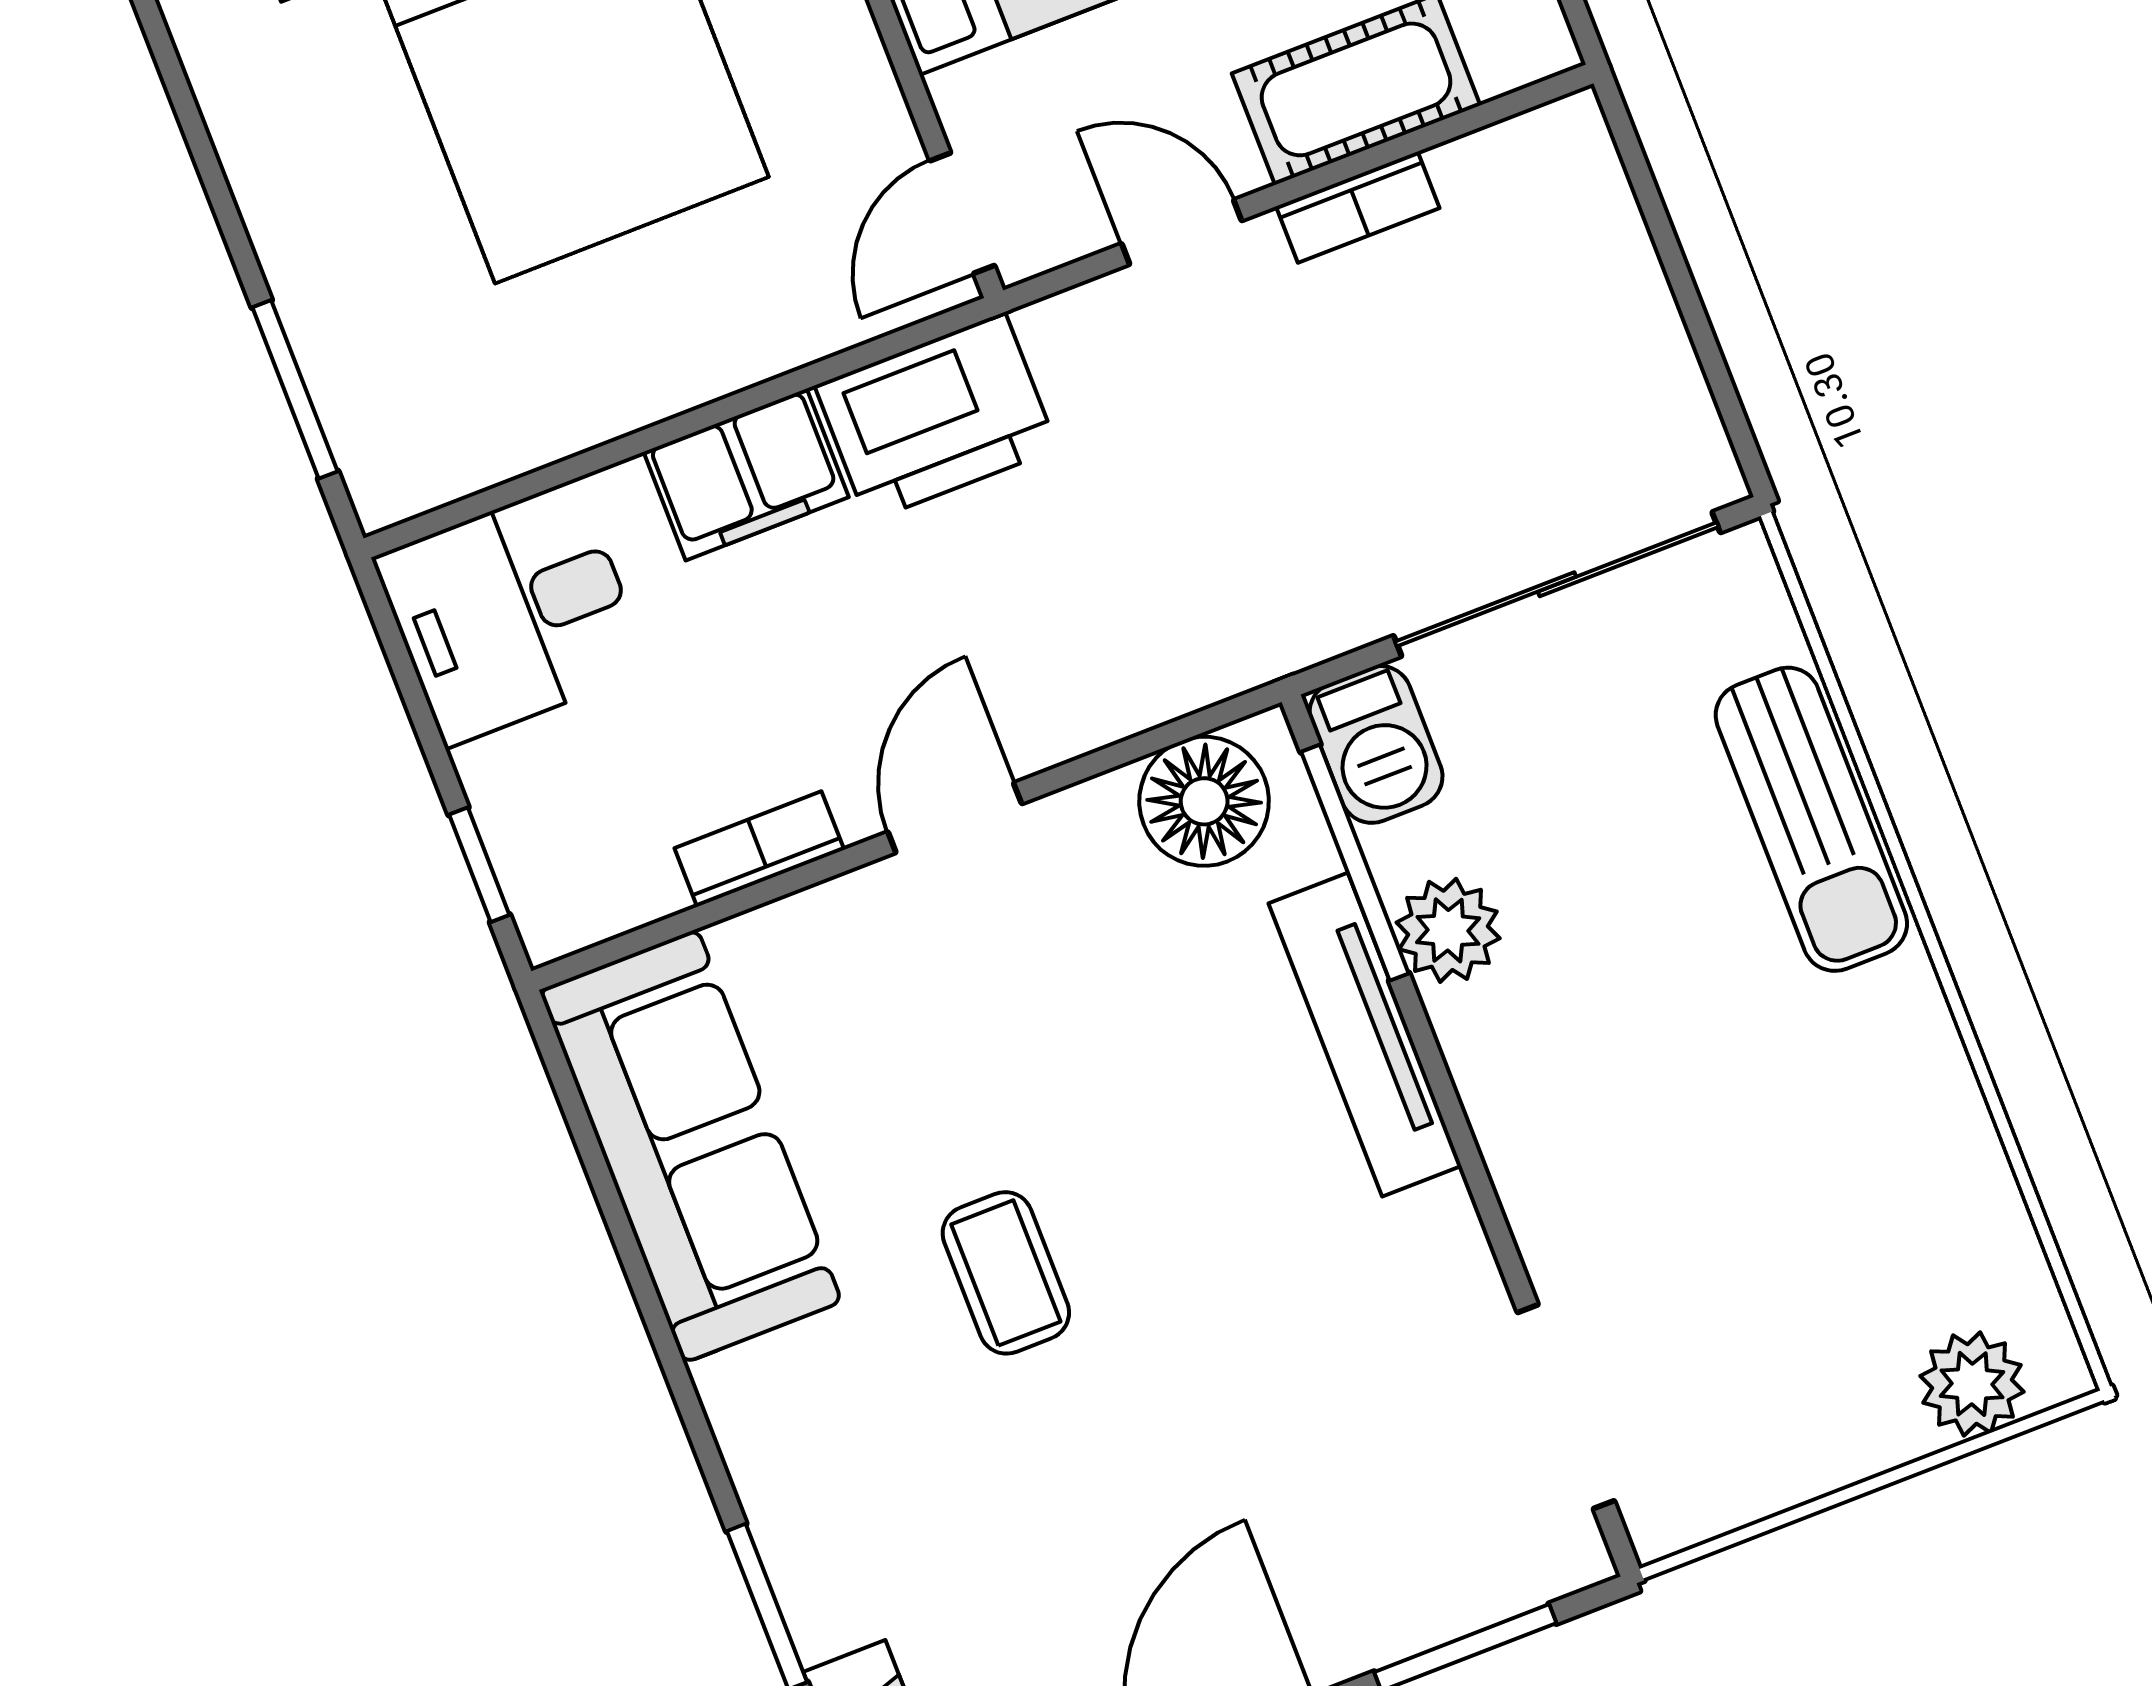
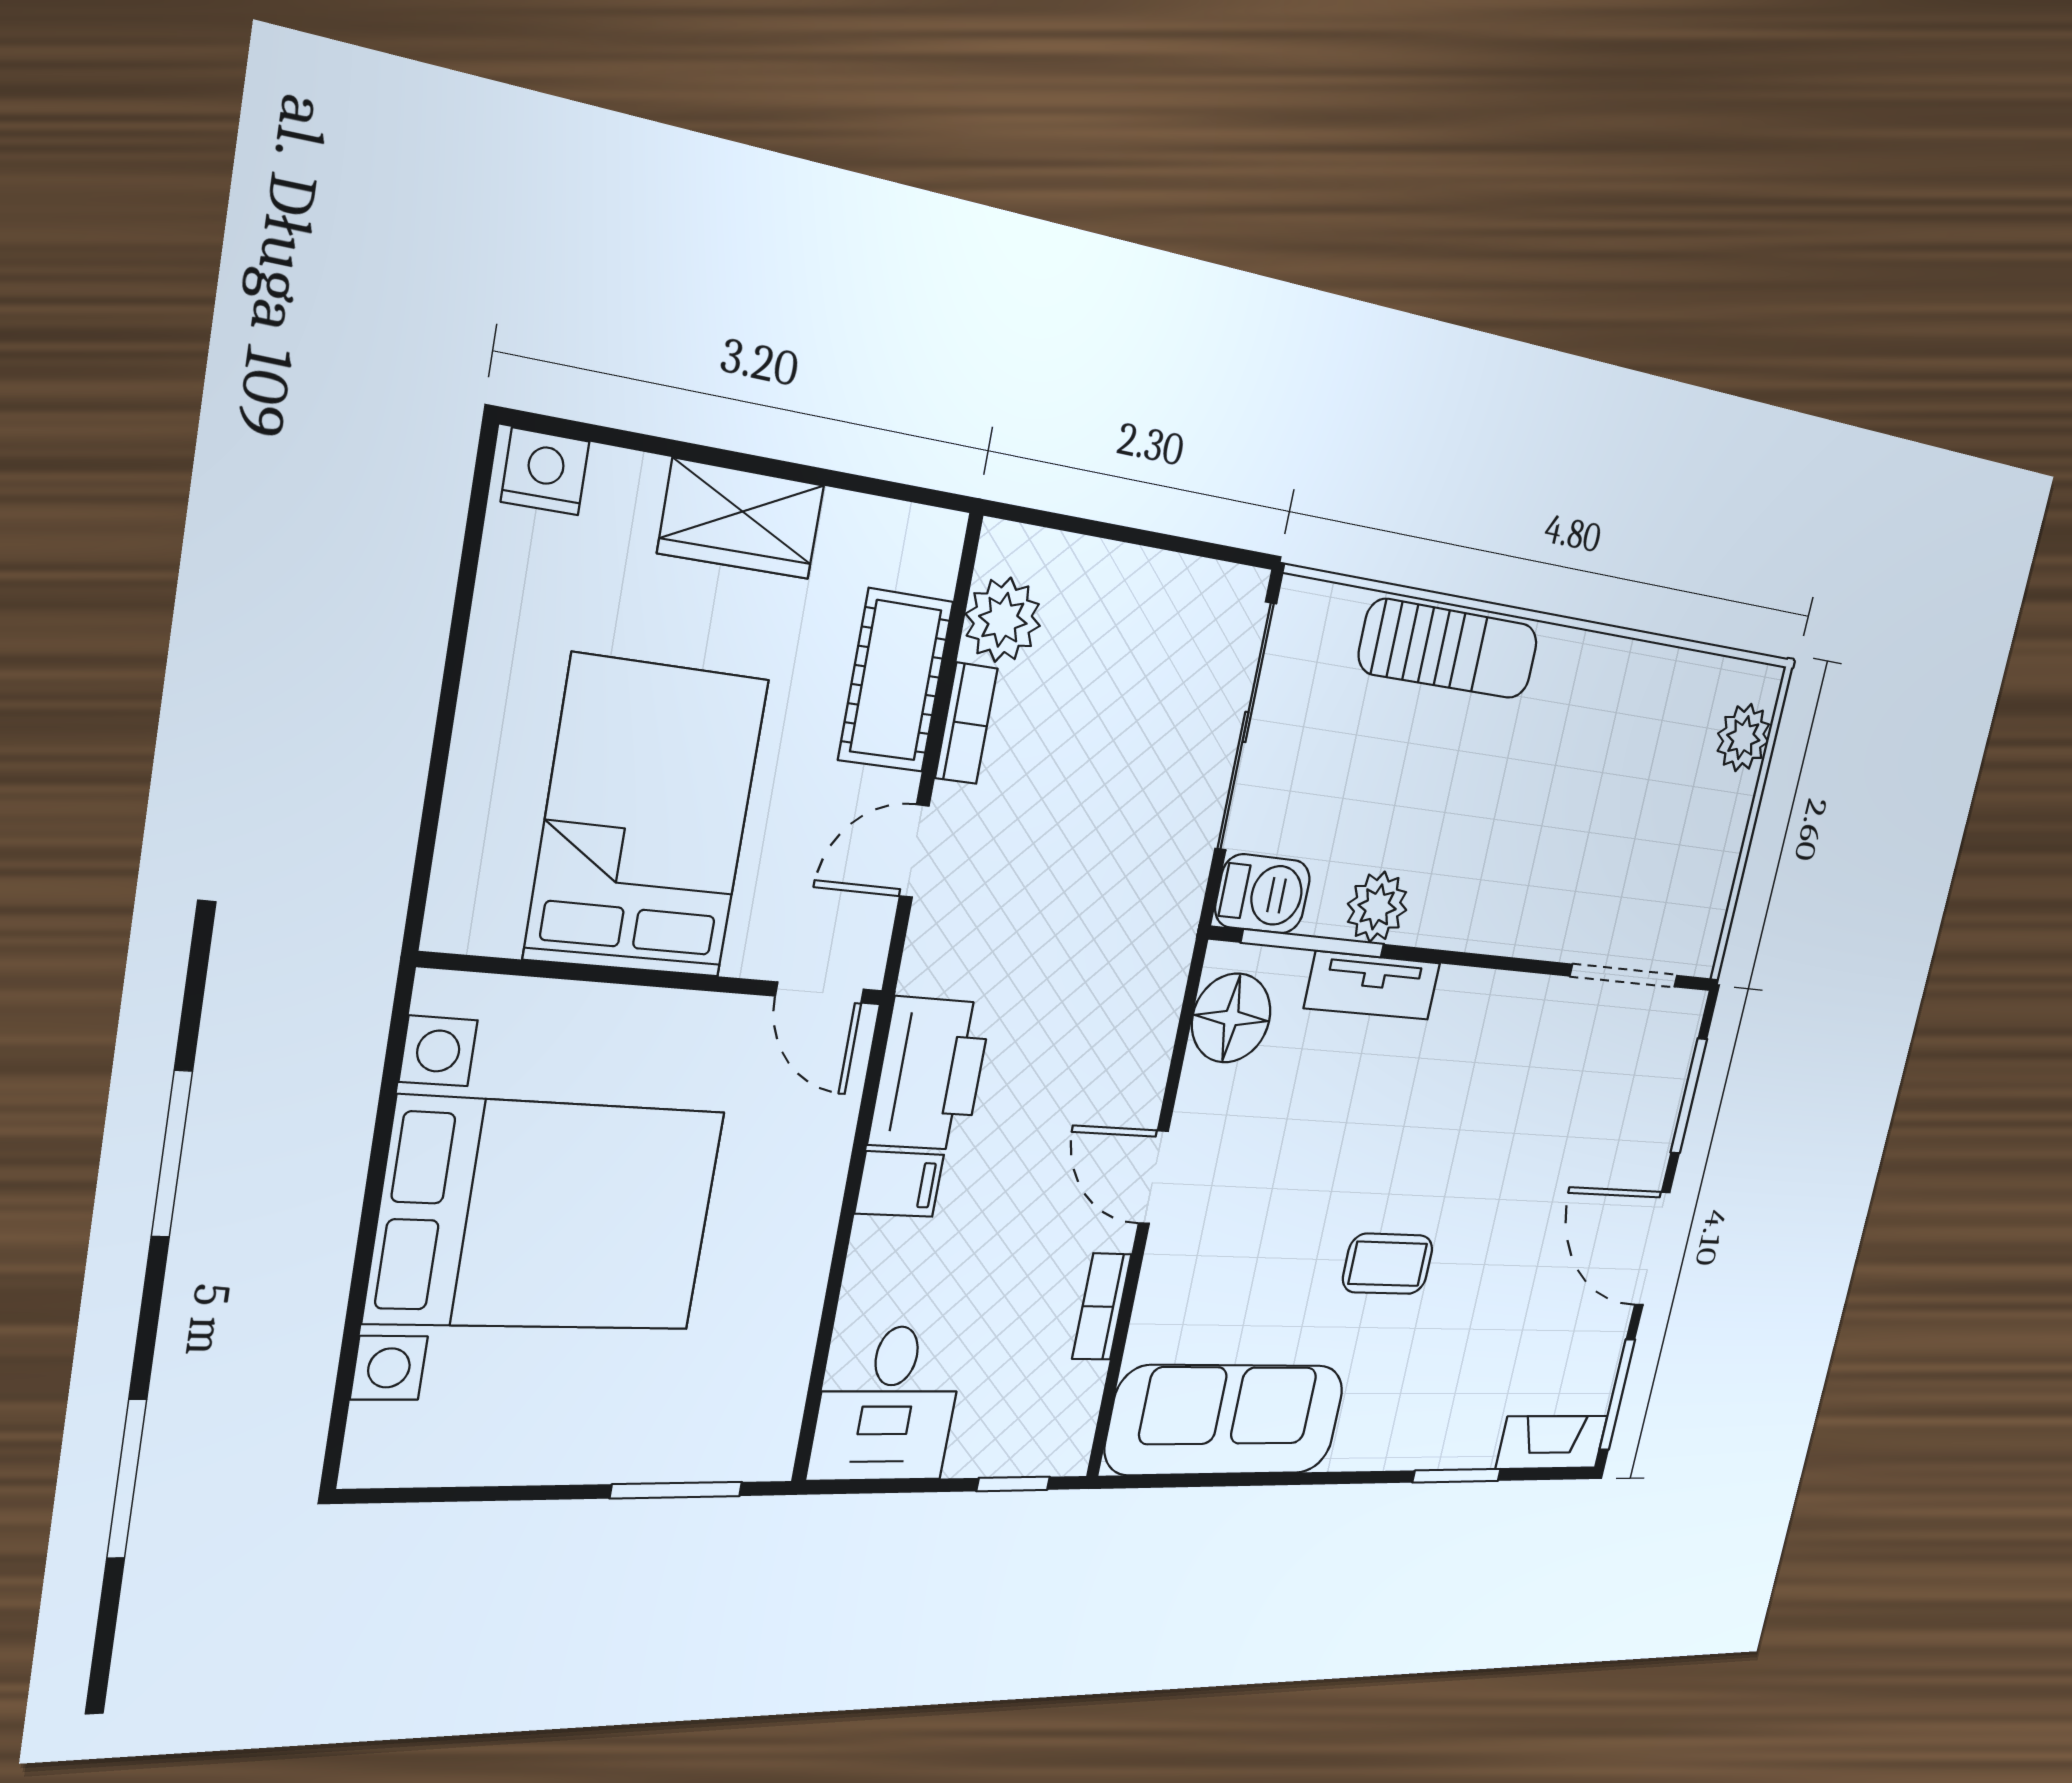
plant: (1496, 180) -> (1003, 620), added
filing cabinet: (746, 474) -> (899, 1184), width x0.50
tv unit: (1365, 1035) -> (1372, 986), width x0.71

